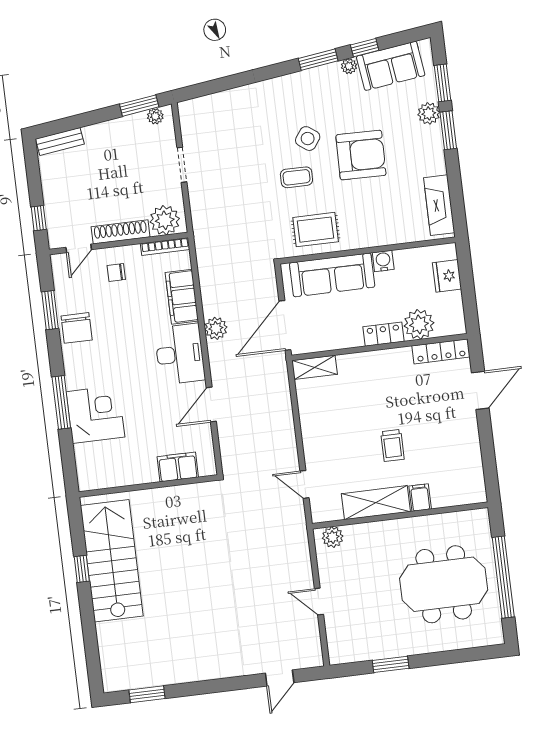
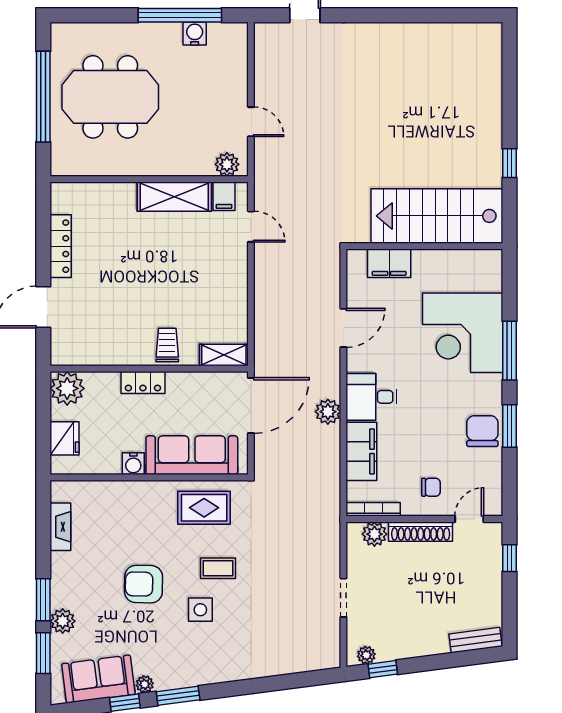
window: (139, 106) -> (383, 669), width x0.67
side table: (308, 139) -> (200, 610), turned -36
armchair: (361, 155) -> (144, 584), width x0.73, depth x0.73
fireplace: (439, 205) -> (60, 527), width x0.73, depth x0.76
plant: (165, 220) -> (374, 534), width x0.73, depth x0.73
window: (50, 310) -> (509, 426), moved
plant: (419, 324) -> (67, 388), moved
locker: (441, 351) -> (61, 246), moved, turned 90
desk: (180, 354) -> (371, 397), width x0.73
corner desk: (95, 414) -> (463, 333), width x1.36, depth x1.36
trolley: (392, 445) -> (167, 345), moved
filing cabinet: (420, 498) -> (224, 196), moved
stairs: (112, 561) -> (437, 216), moved, turned 90
door: (319, 602) -> (251, 122), moved
water cooler: (376, 650) -> (195, 34), added
window: (391, 664) -> (180, 15), width x2.11
window: (147, 694) -> (454, 15), removed

